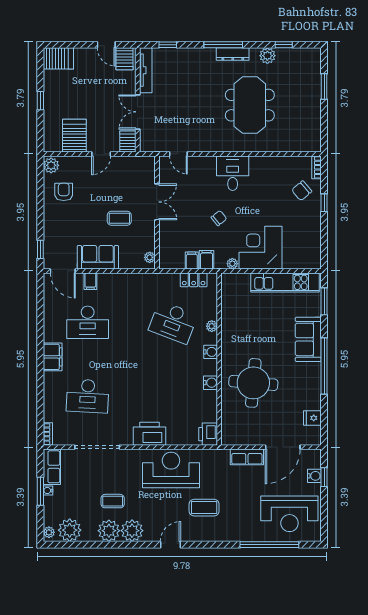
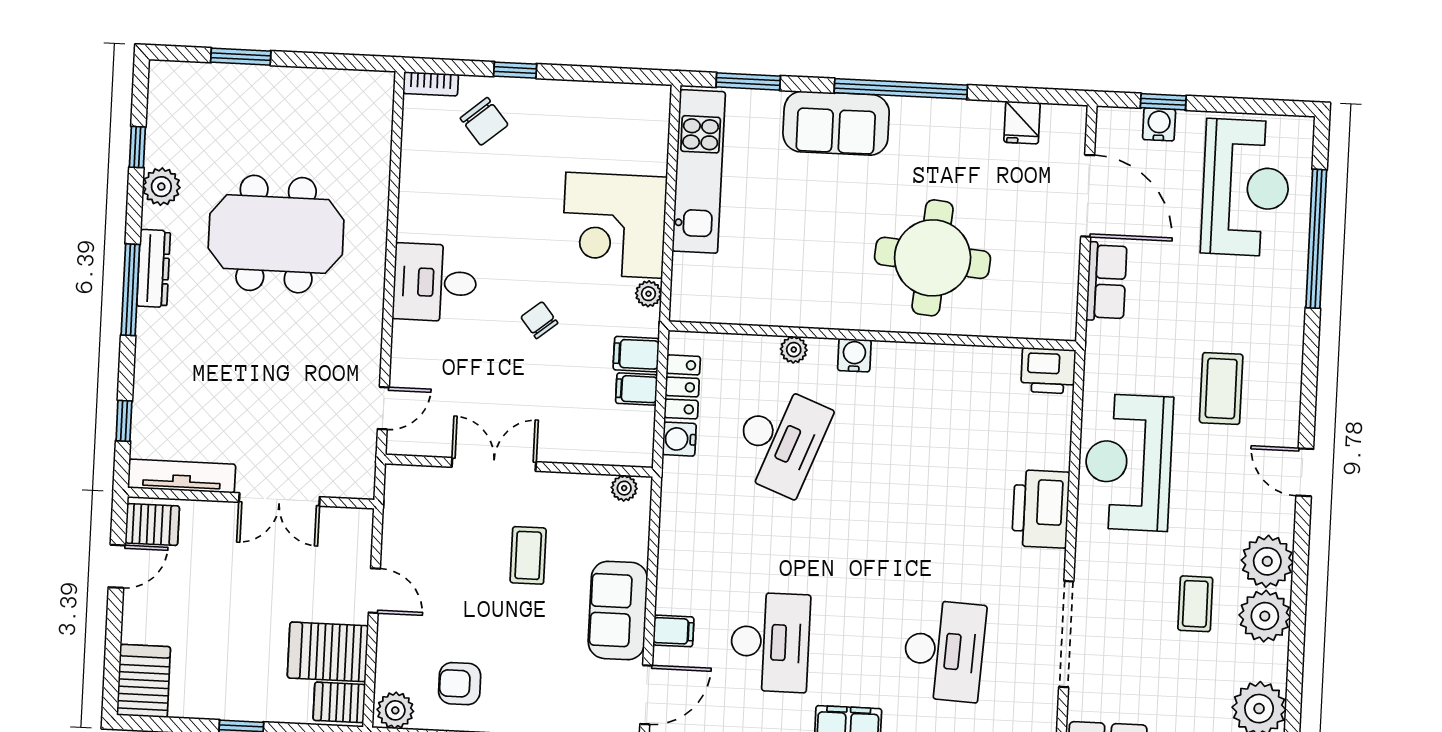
server rack: (128, 141) -> (339, 702), moved
water cooler: (211, 383) -> (679, 439), moved, turned -90

